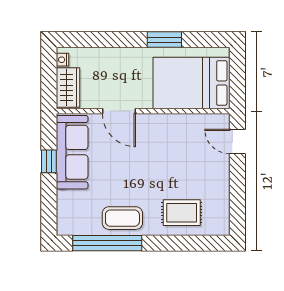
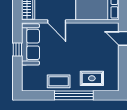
window: (107, 243) -> (74, 95), moved

